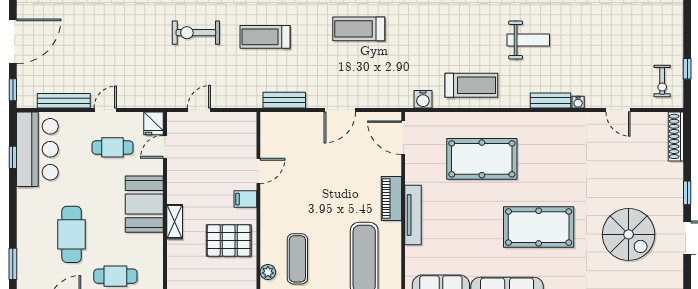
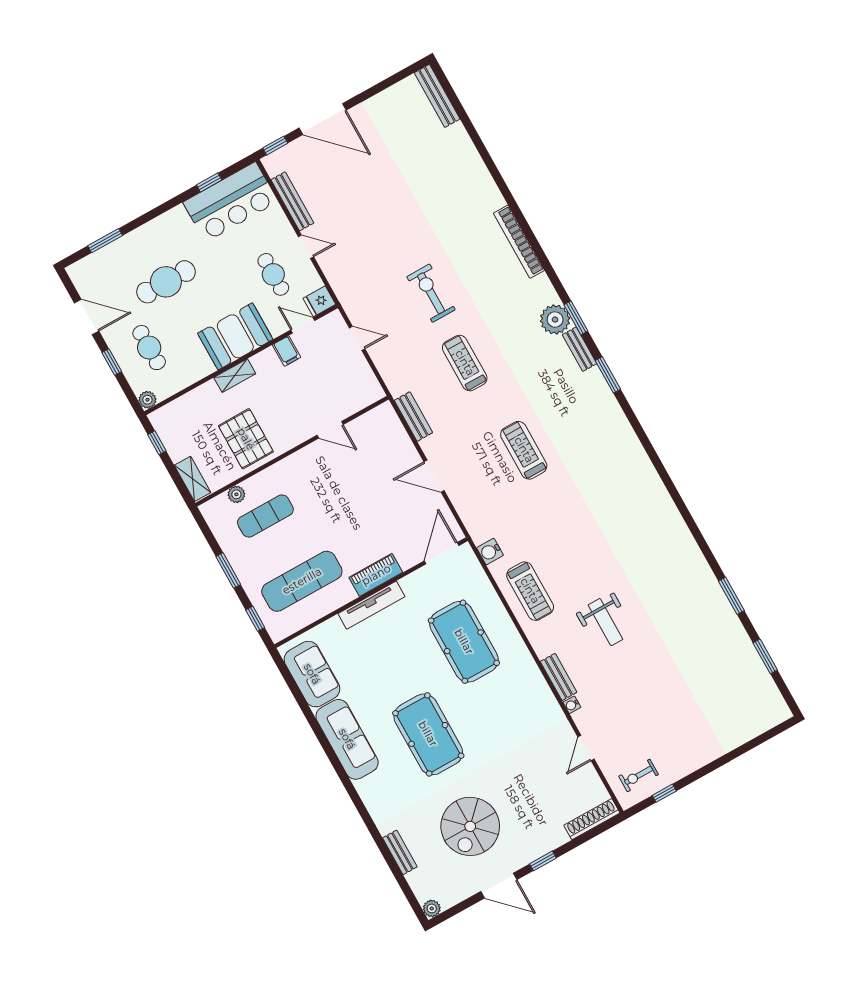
filing cabinet: (245, 199) -> (287, 351), moved, turned 180

